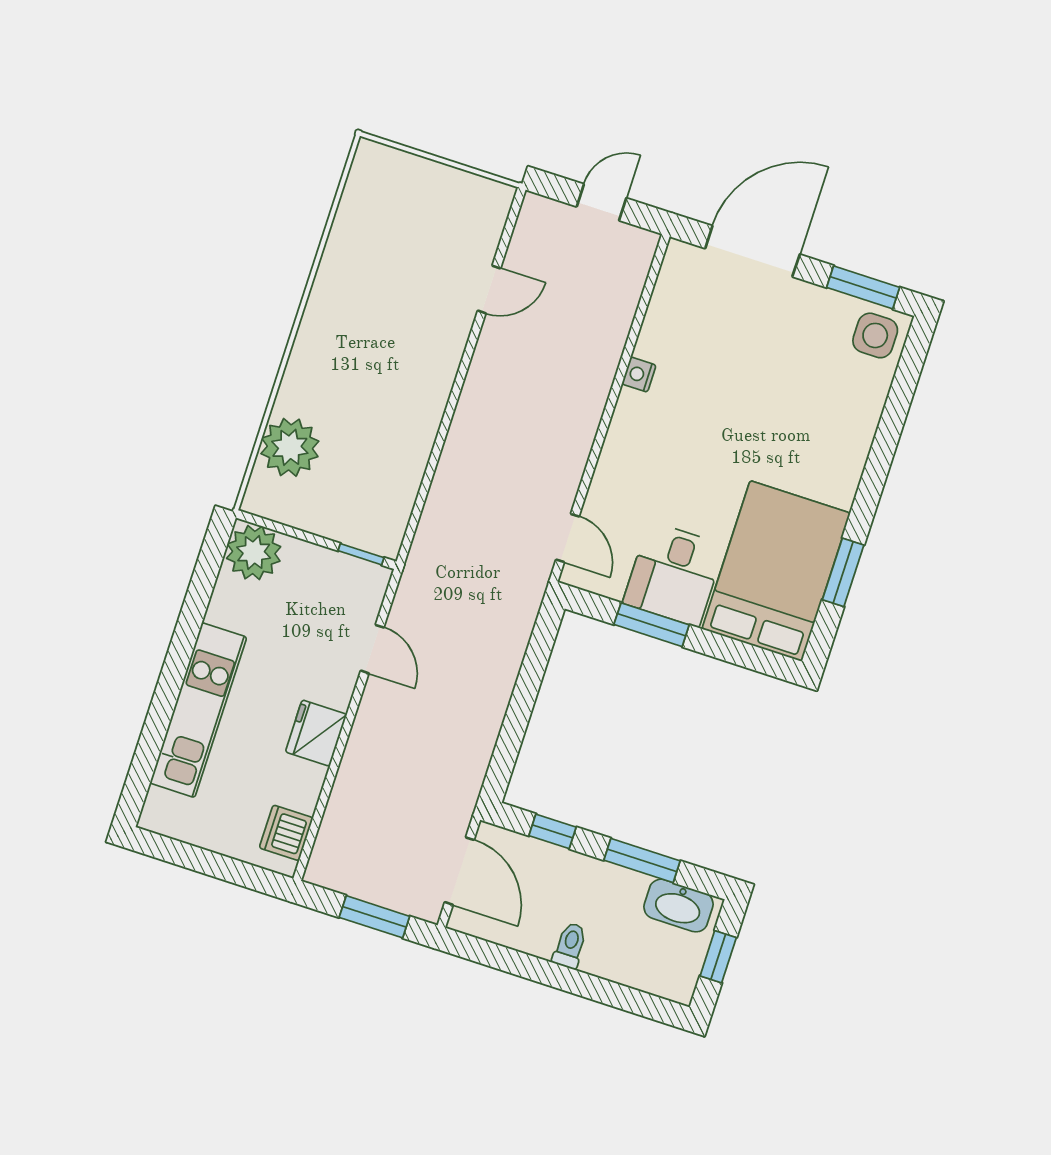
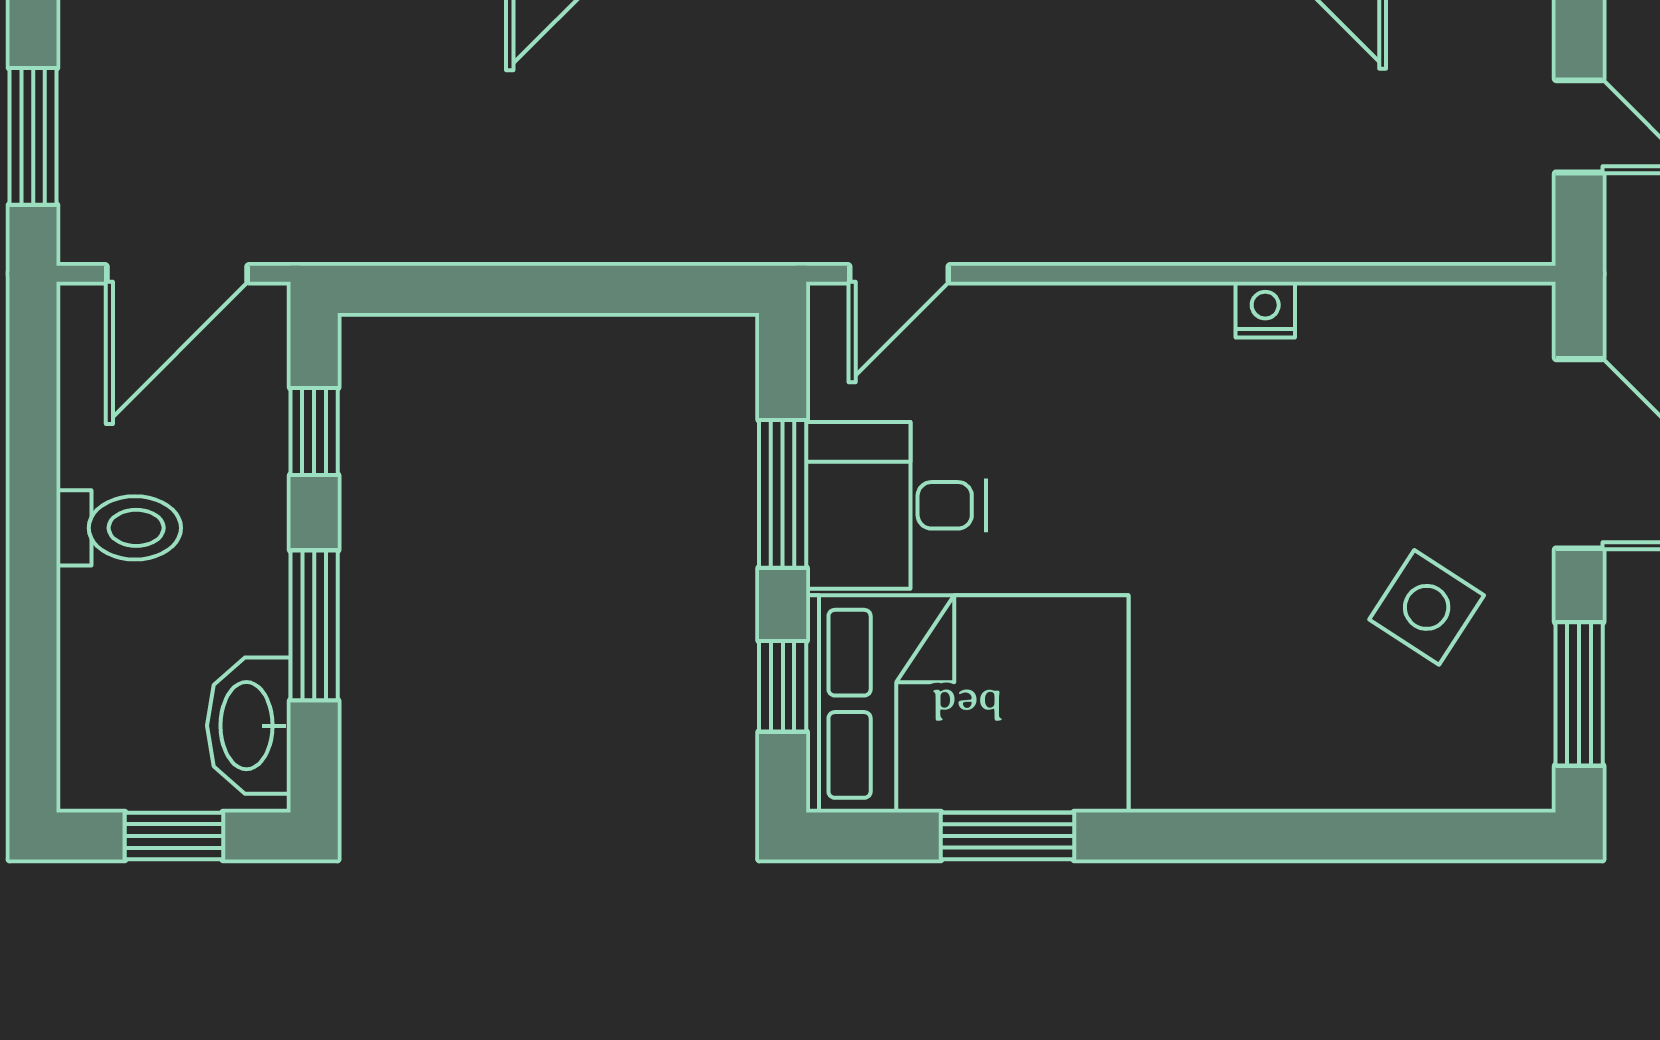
side table: (875, 335) -> (1427, 607), moved, turned 33
window: (740, 654) -> (783, 686), added
toilet: (570, 946) -> (119, 528), width x1.37, depth x1.39

